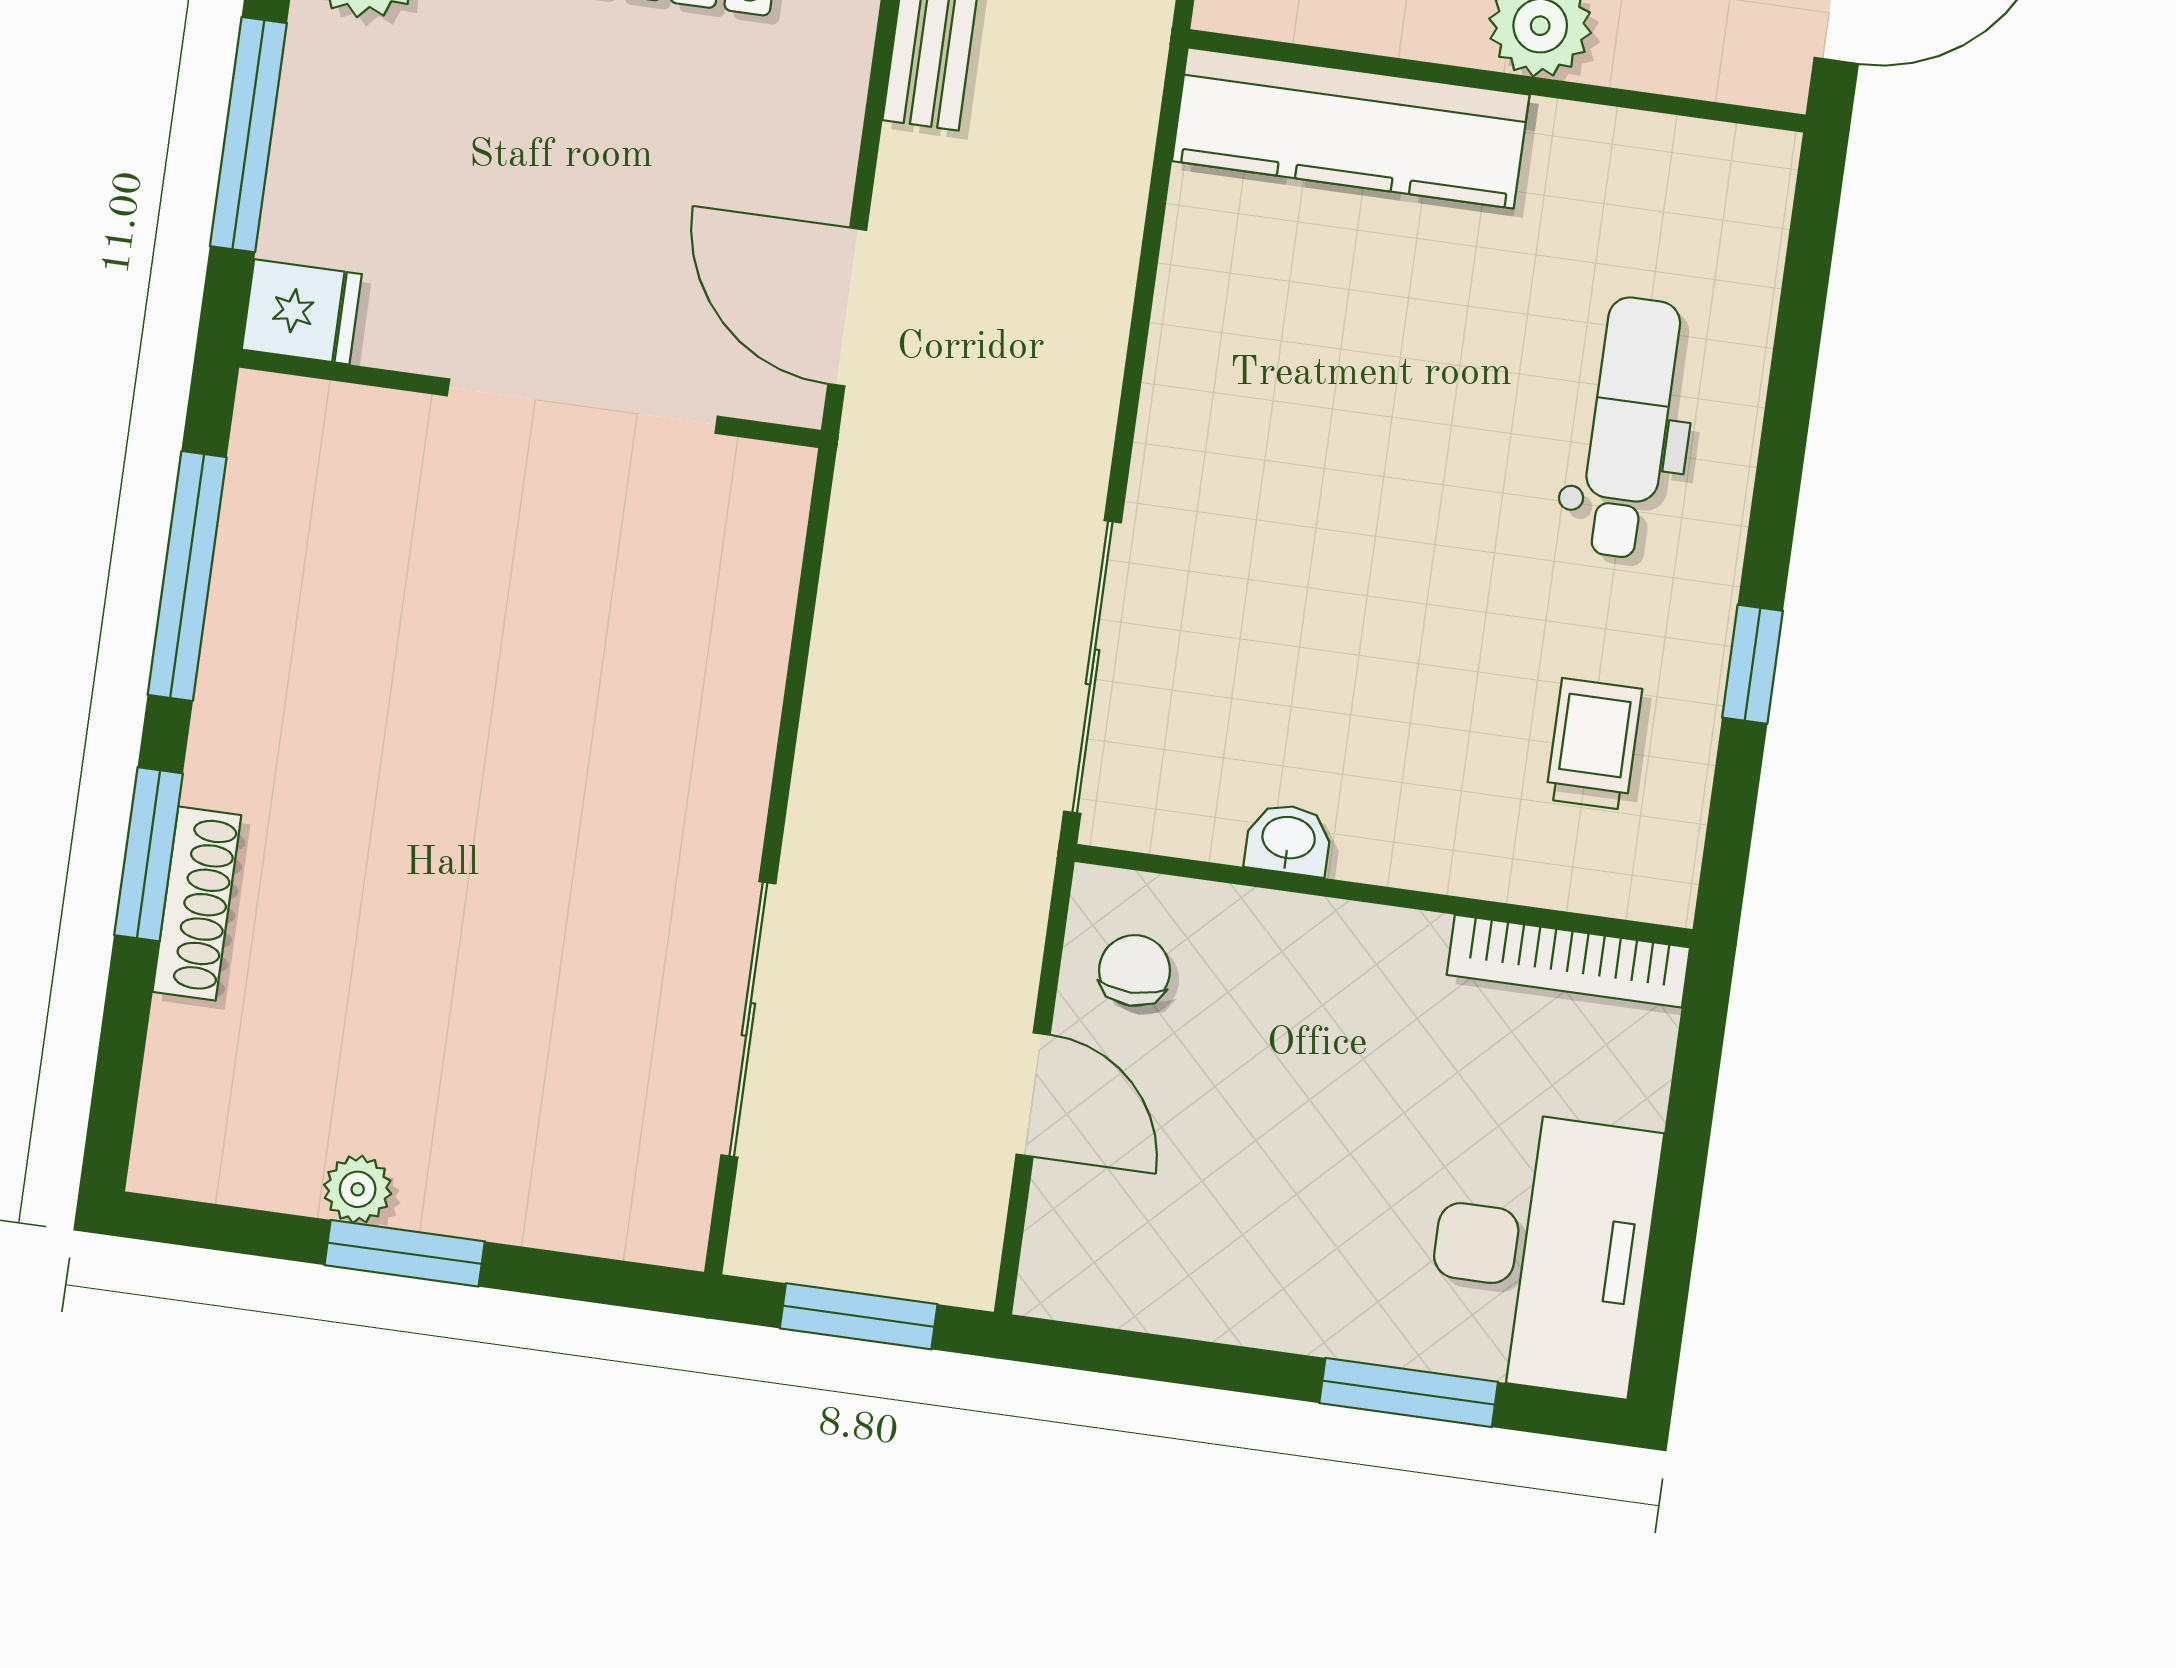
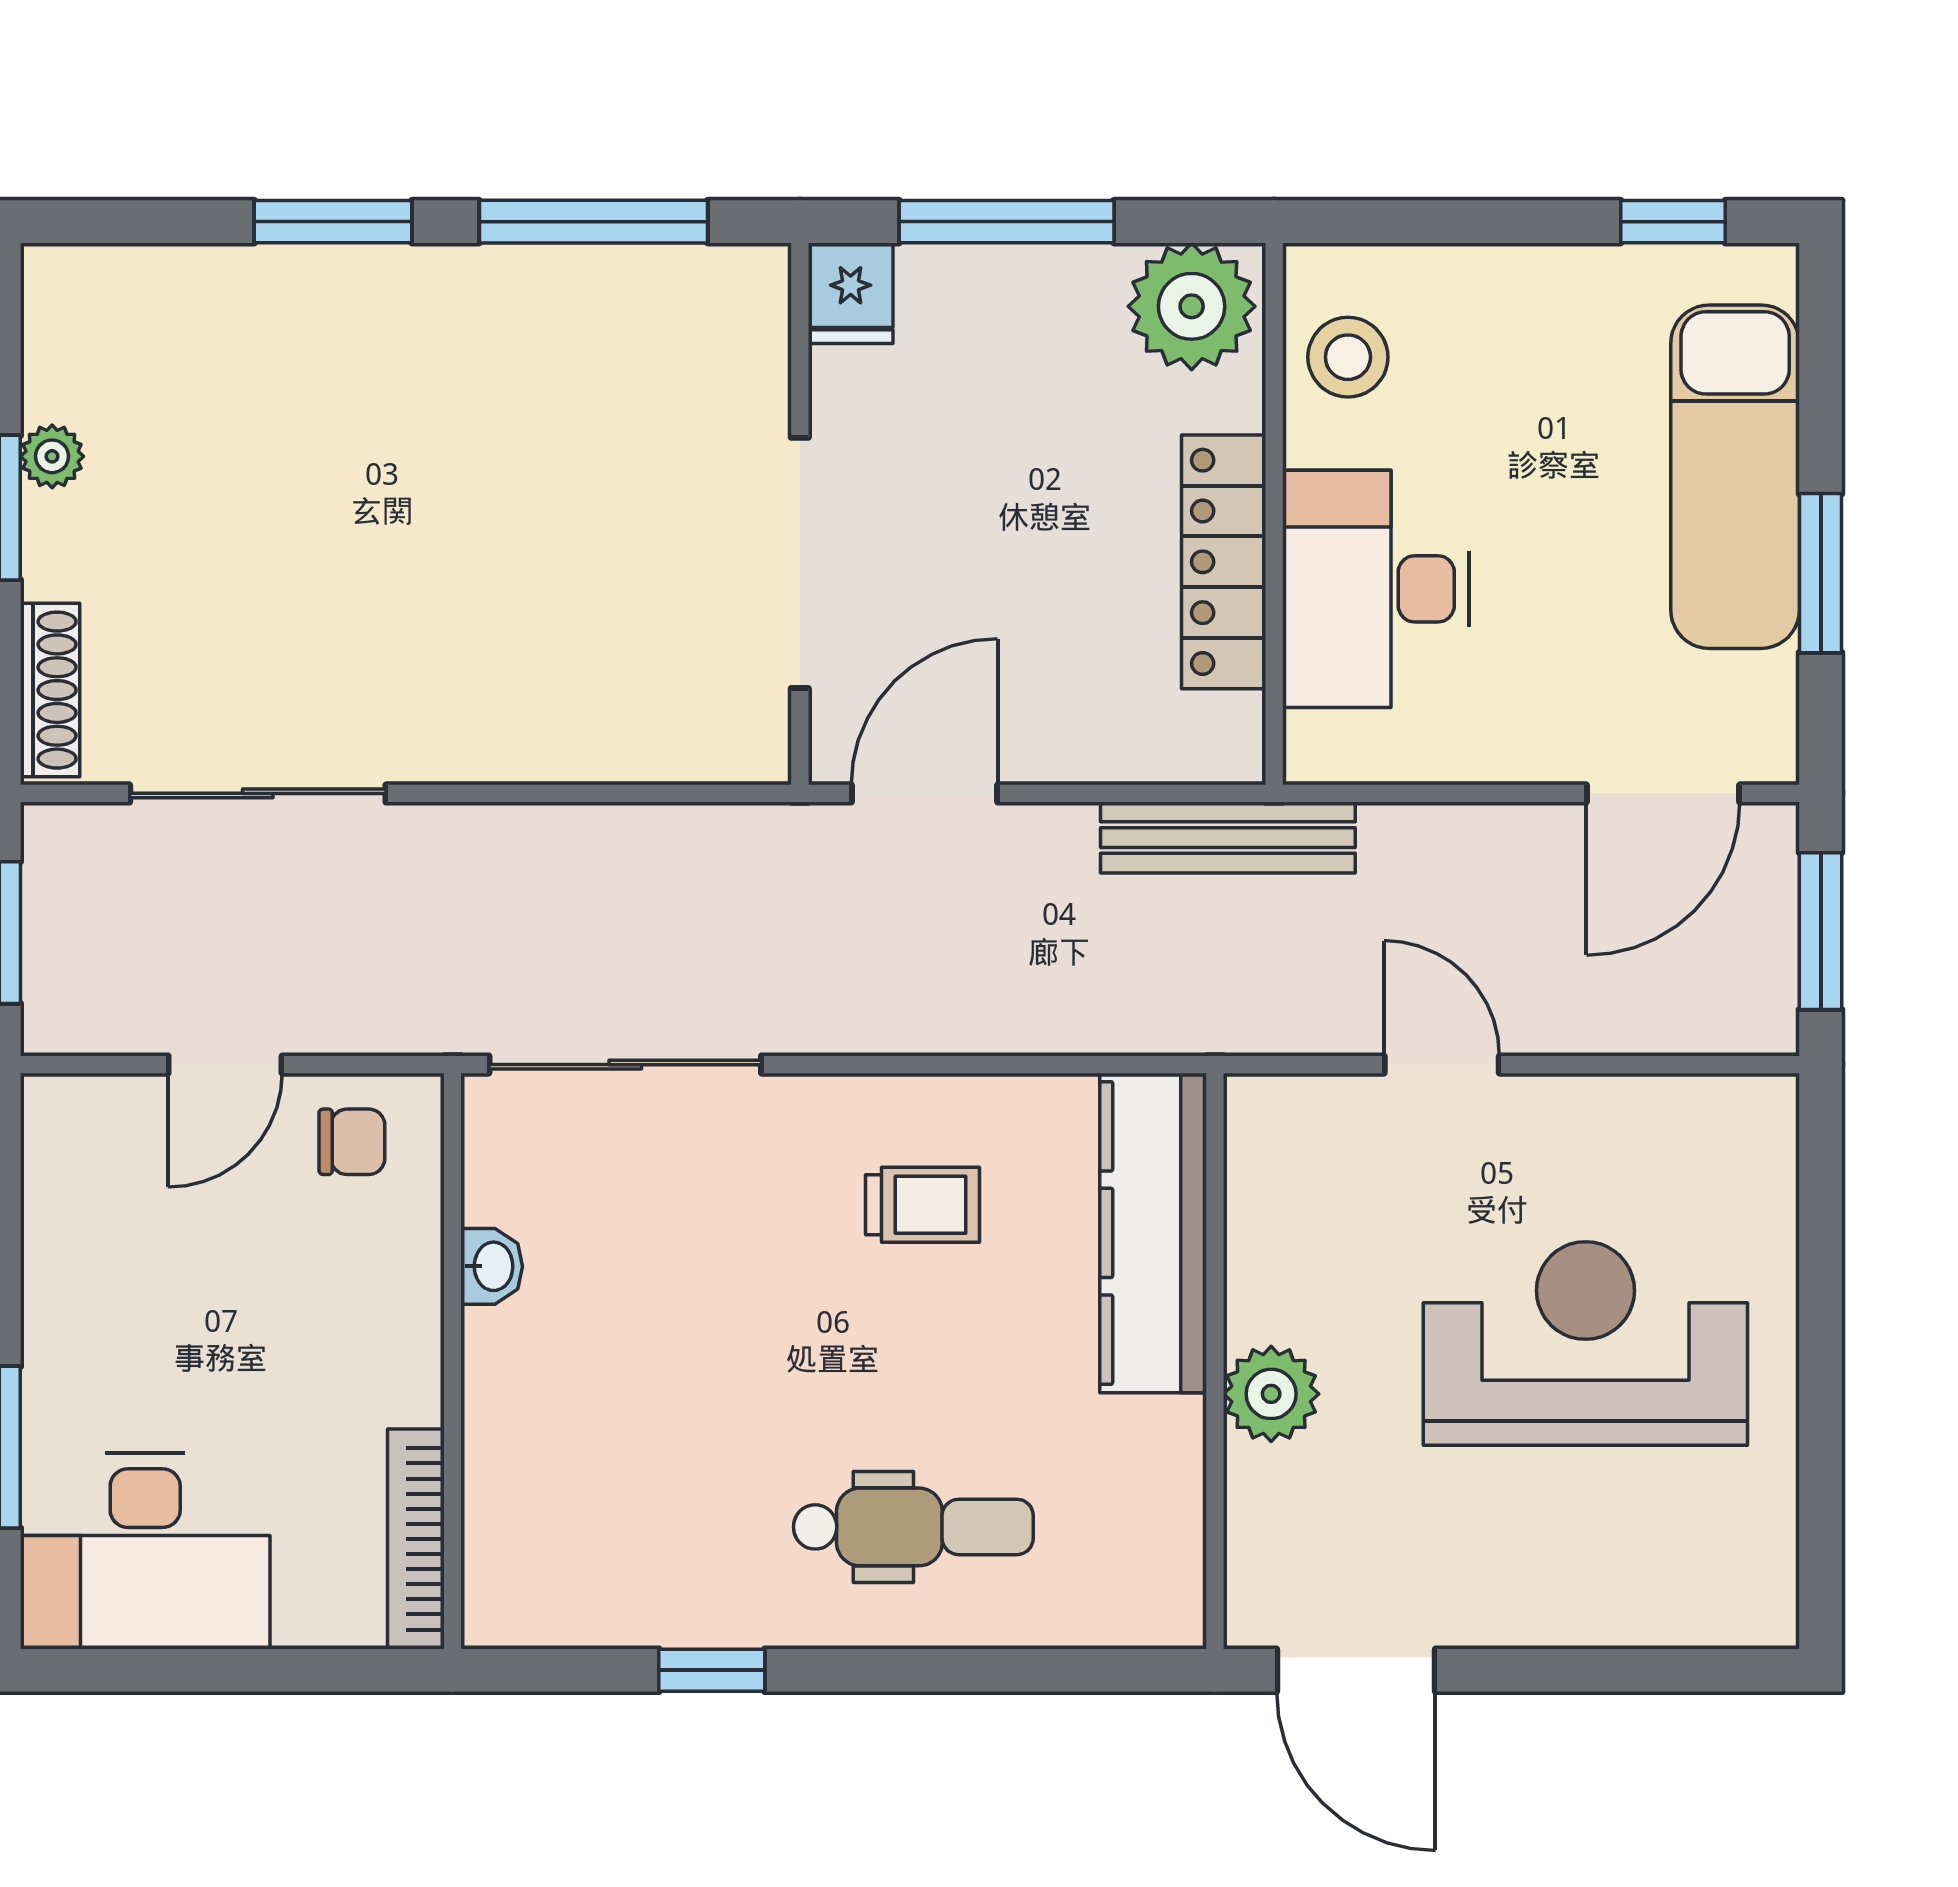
trolley: (1594, 744) -> (923, 1205), moved
shoe rack: (197, 904) -> (50, 690), moved, turned -90

